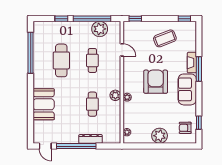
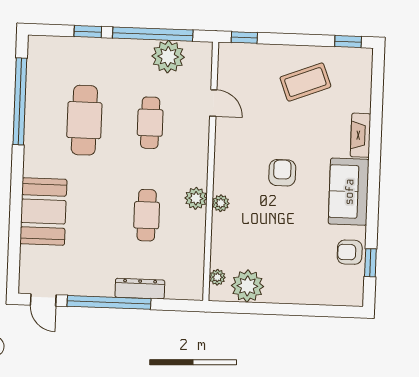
window: (199, 69) -> (375, 149), removed
armchair: (156, 82) -> (282, 173), width x0.53, depth x0.53
armchair: (185, 128) -> (350, 252), moved
plant: (160, 136) -> (247, 286), moved

